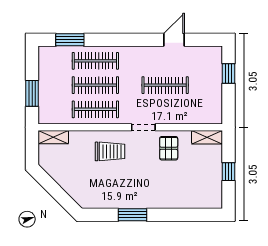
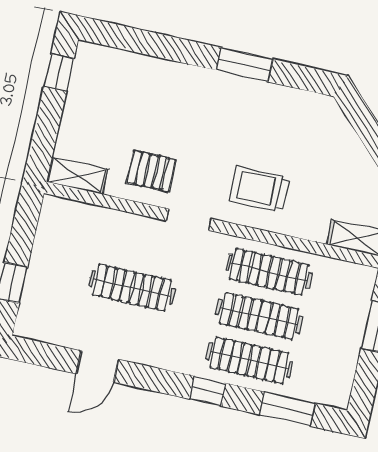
window: (114, 40) -> (207, 391), added
pallet: (169, 148) -> (151, 171), turned 90
window: (228, 172) -> (59, 72), moved

